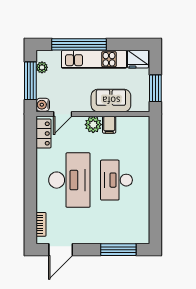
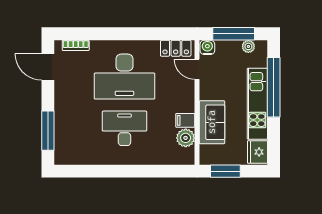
plant: (93, 125) -> (186, 138), moved

